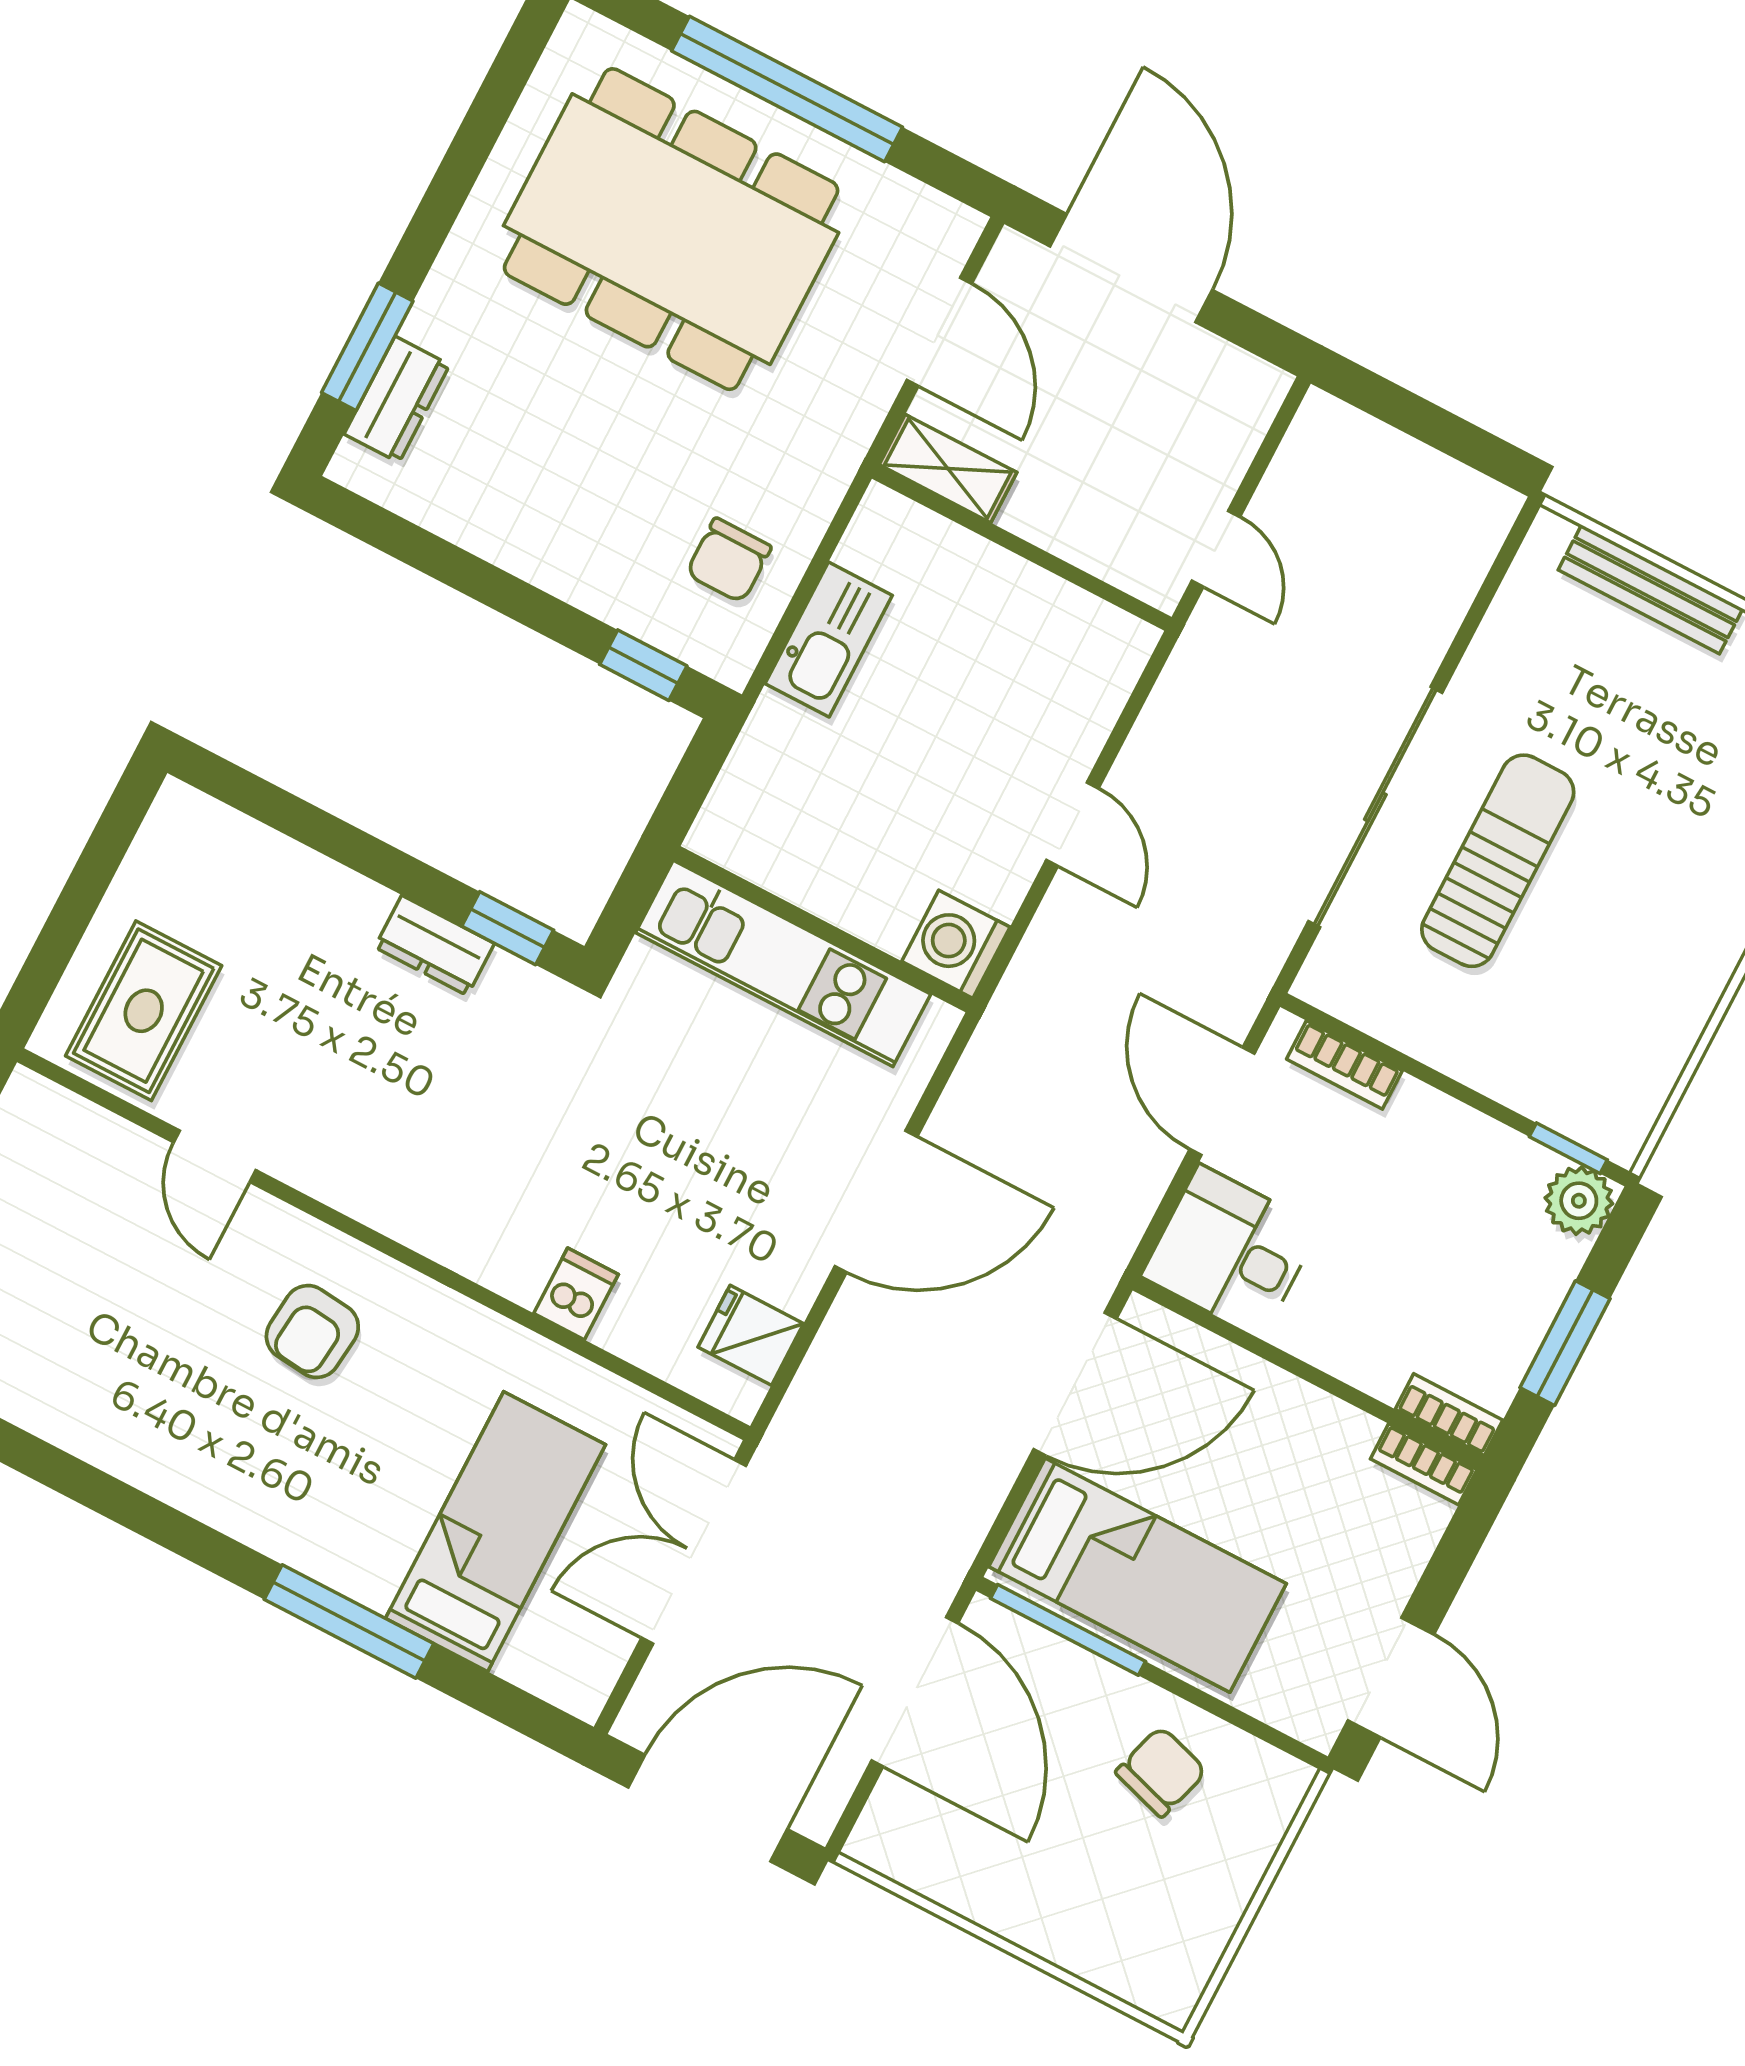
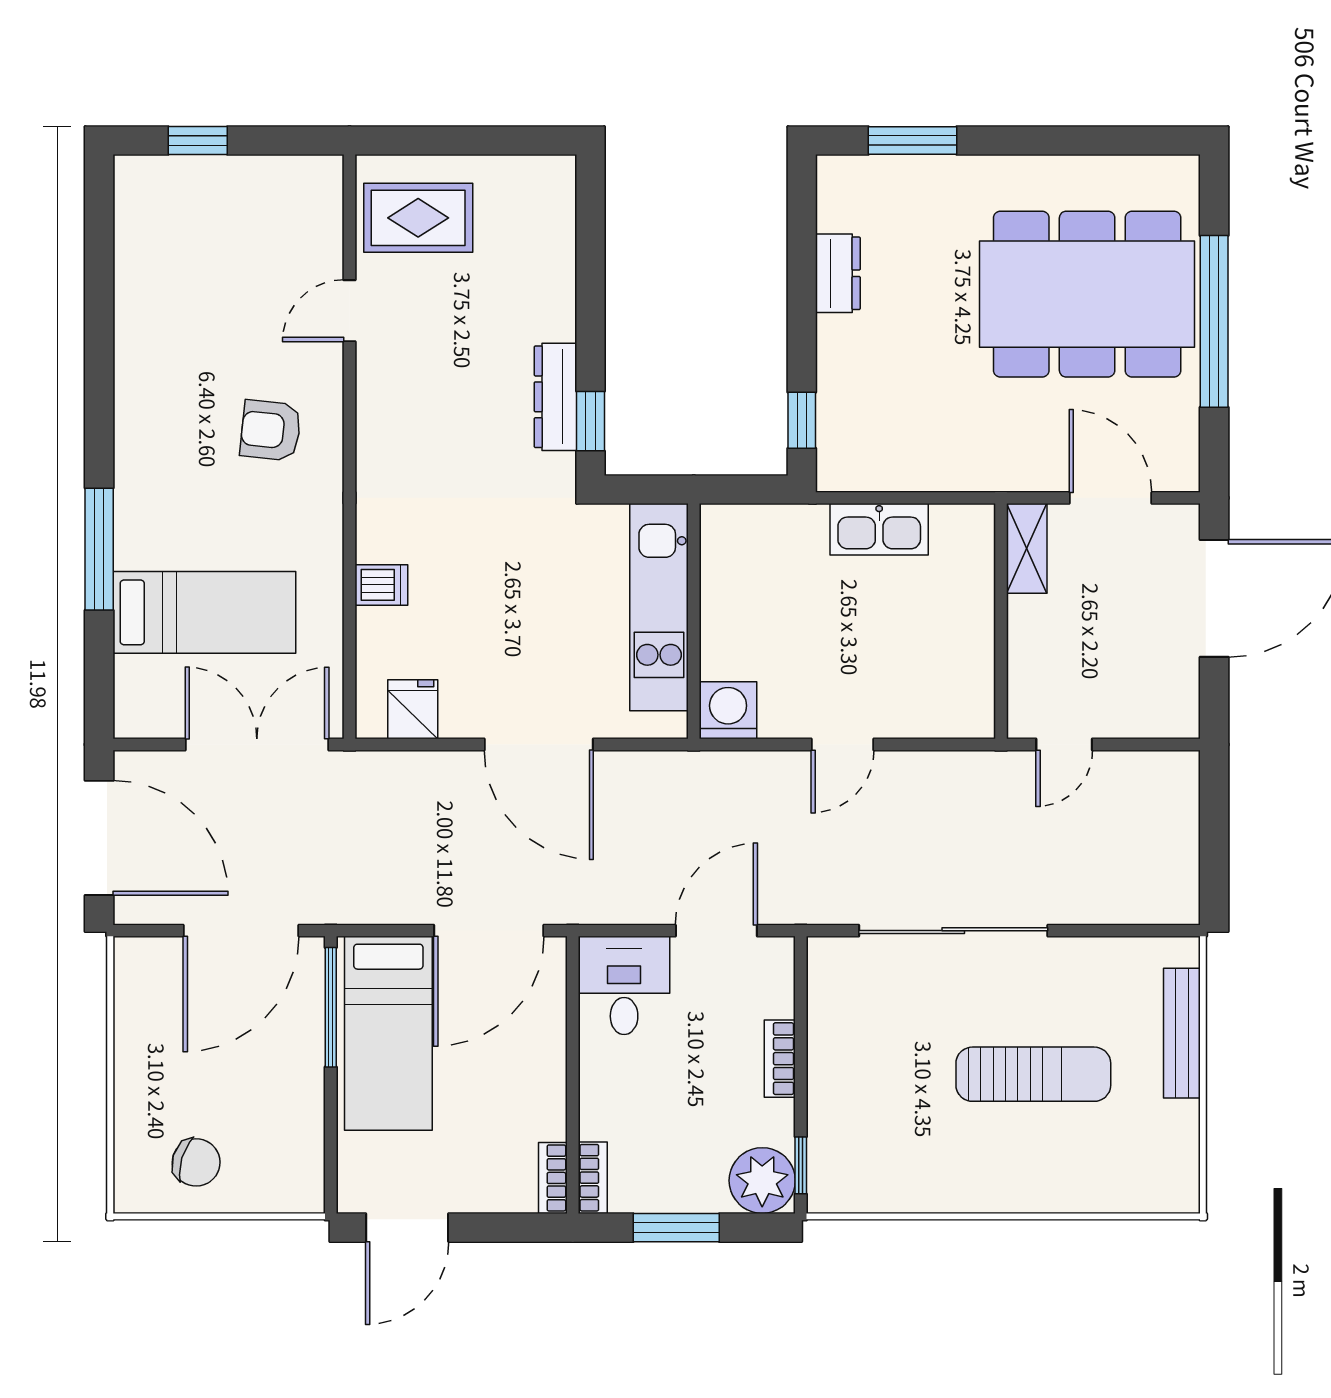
dining table: (671, 229) -> (1087, 294), turned 90
door: (939, 332) -> (1110, 498), swing flipped
dresser: (397, 399) -> (838, 273), moved, turned -90
chair: (729, 560) -> (896, 440), removed
sun lounger: (1498, 861) -> (1033, 1074), moved
dresser: (435, 945) -> (555, 397), width x1.44
bookcase: (1344, 1065) -> (780, 1059), moved
plant: (1579, 1201) -> (762, 1181), width x1.36, depth x1.36
door: (1075, 1384) -> (489, 931), hinge flipped
chair: (1161, 1772) -> (196, 1162), moved

